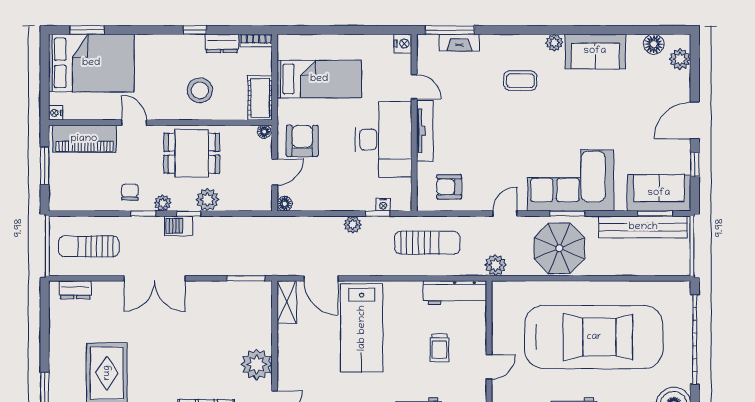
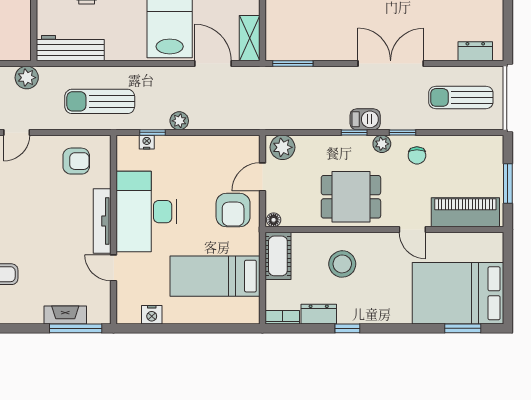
nightstand: (403, 44) -> (152, 315), moved, turned -90
nightstand: (56, 113) -> (496, 240), removed
plant: (207, 200) -> (283, 147), moved
floor lamp: (285, 204) -> (252, 143), removed
sun lounger: (89, 246) -> (461, 97), turned 180

